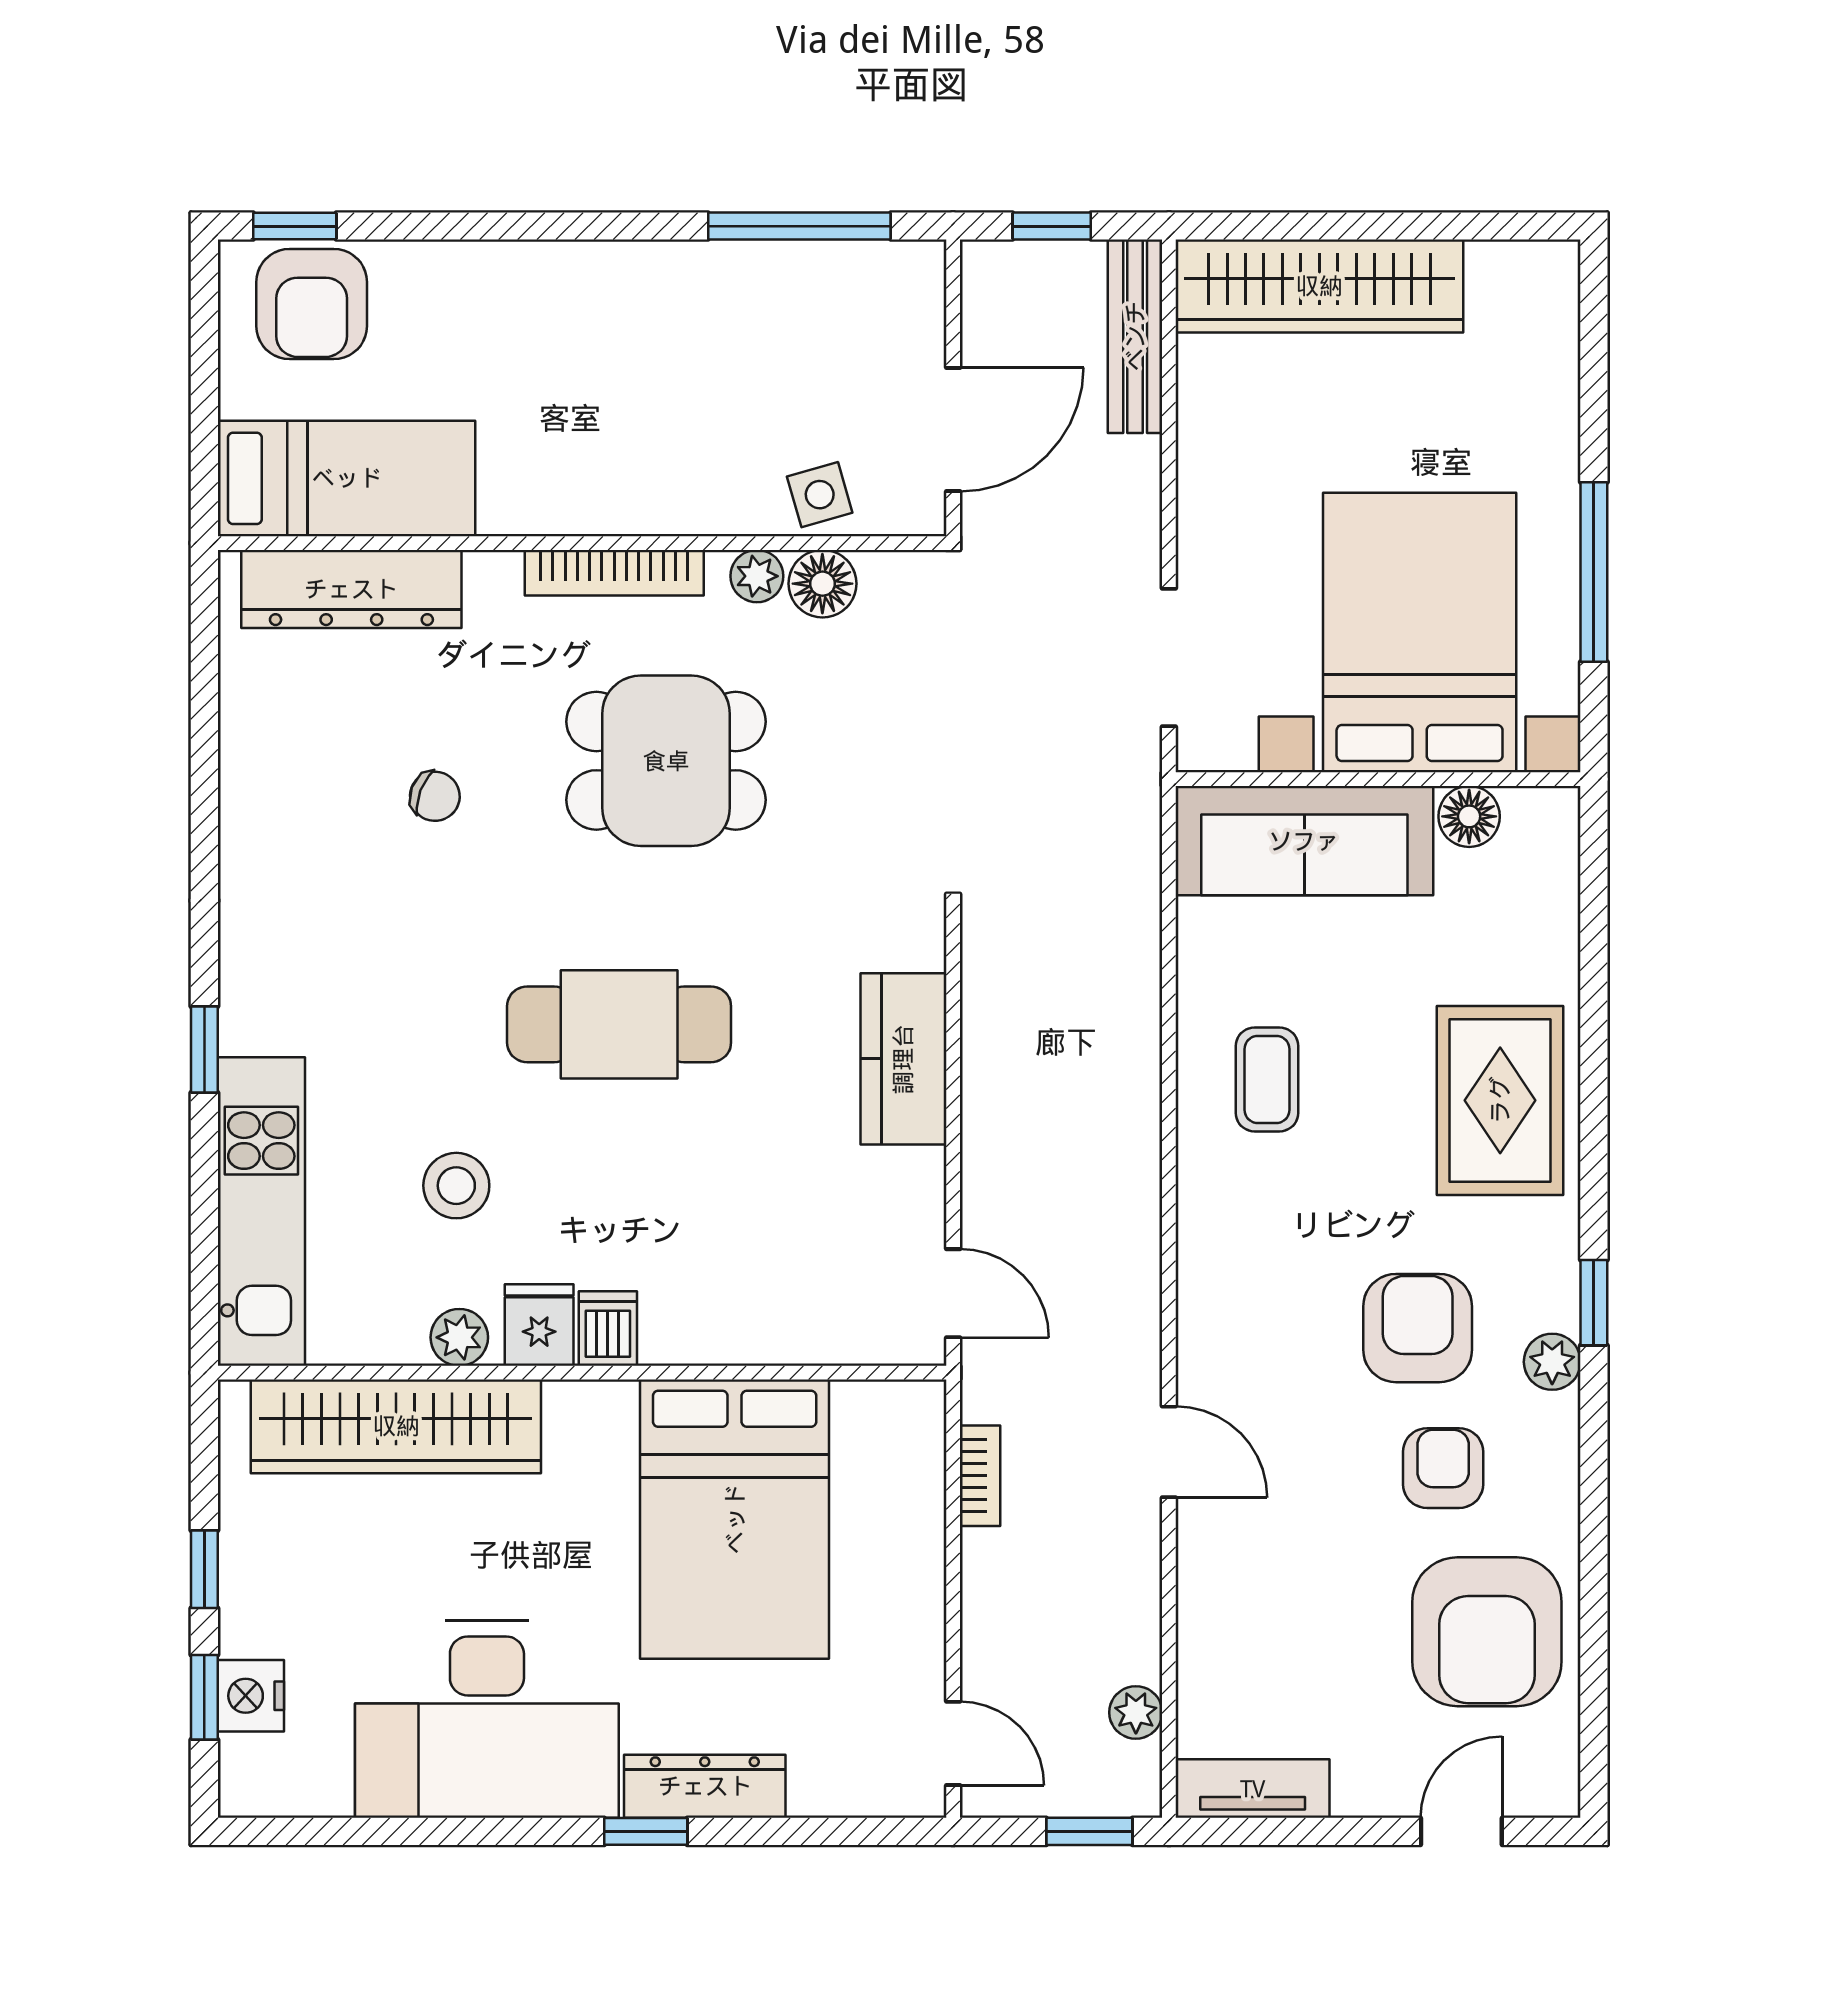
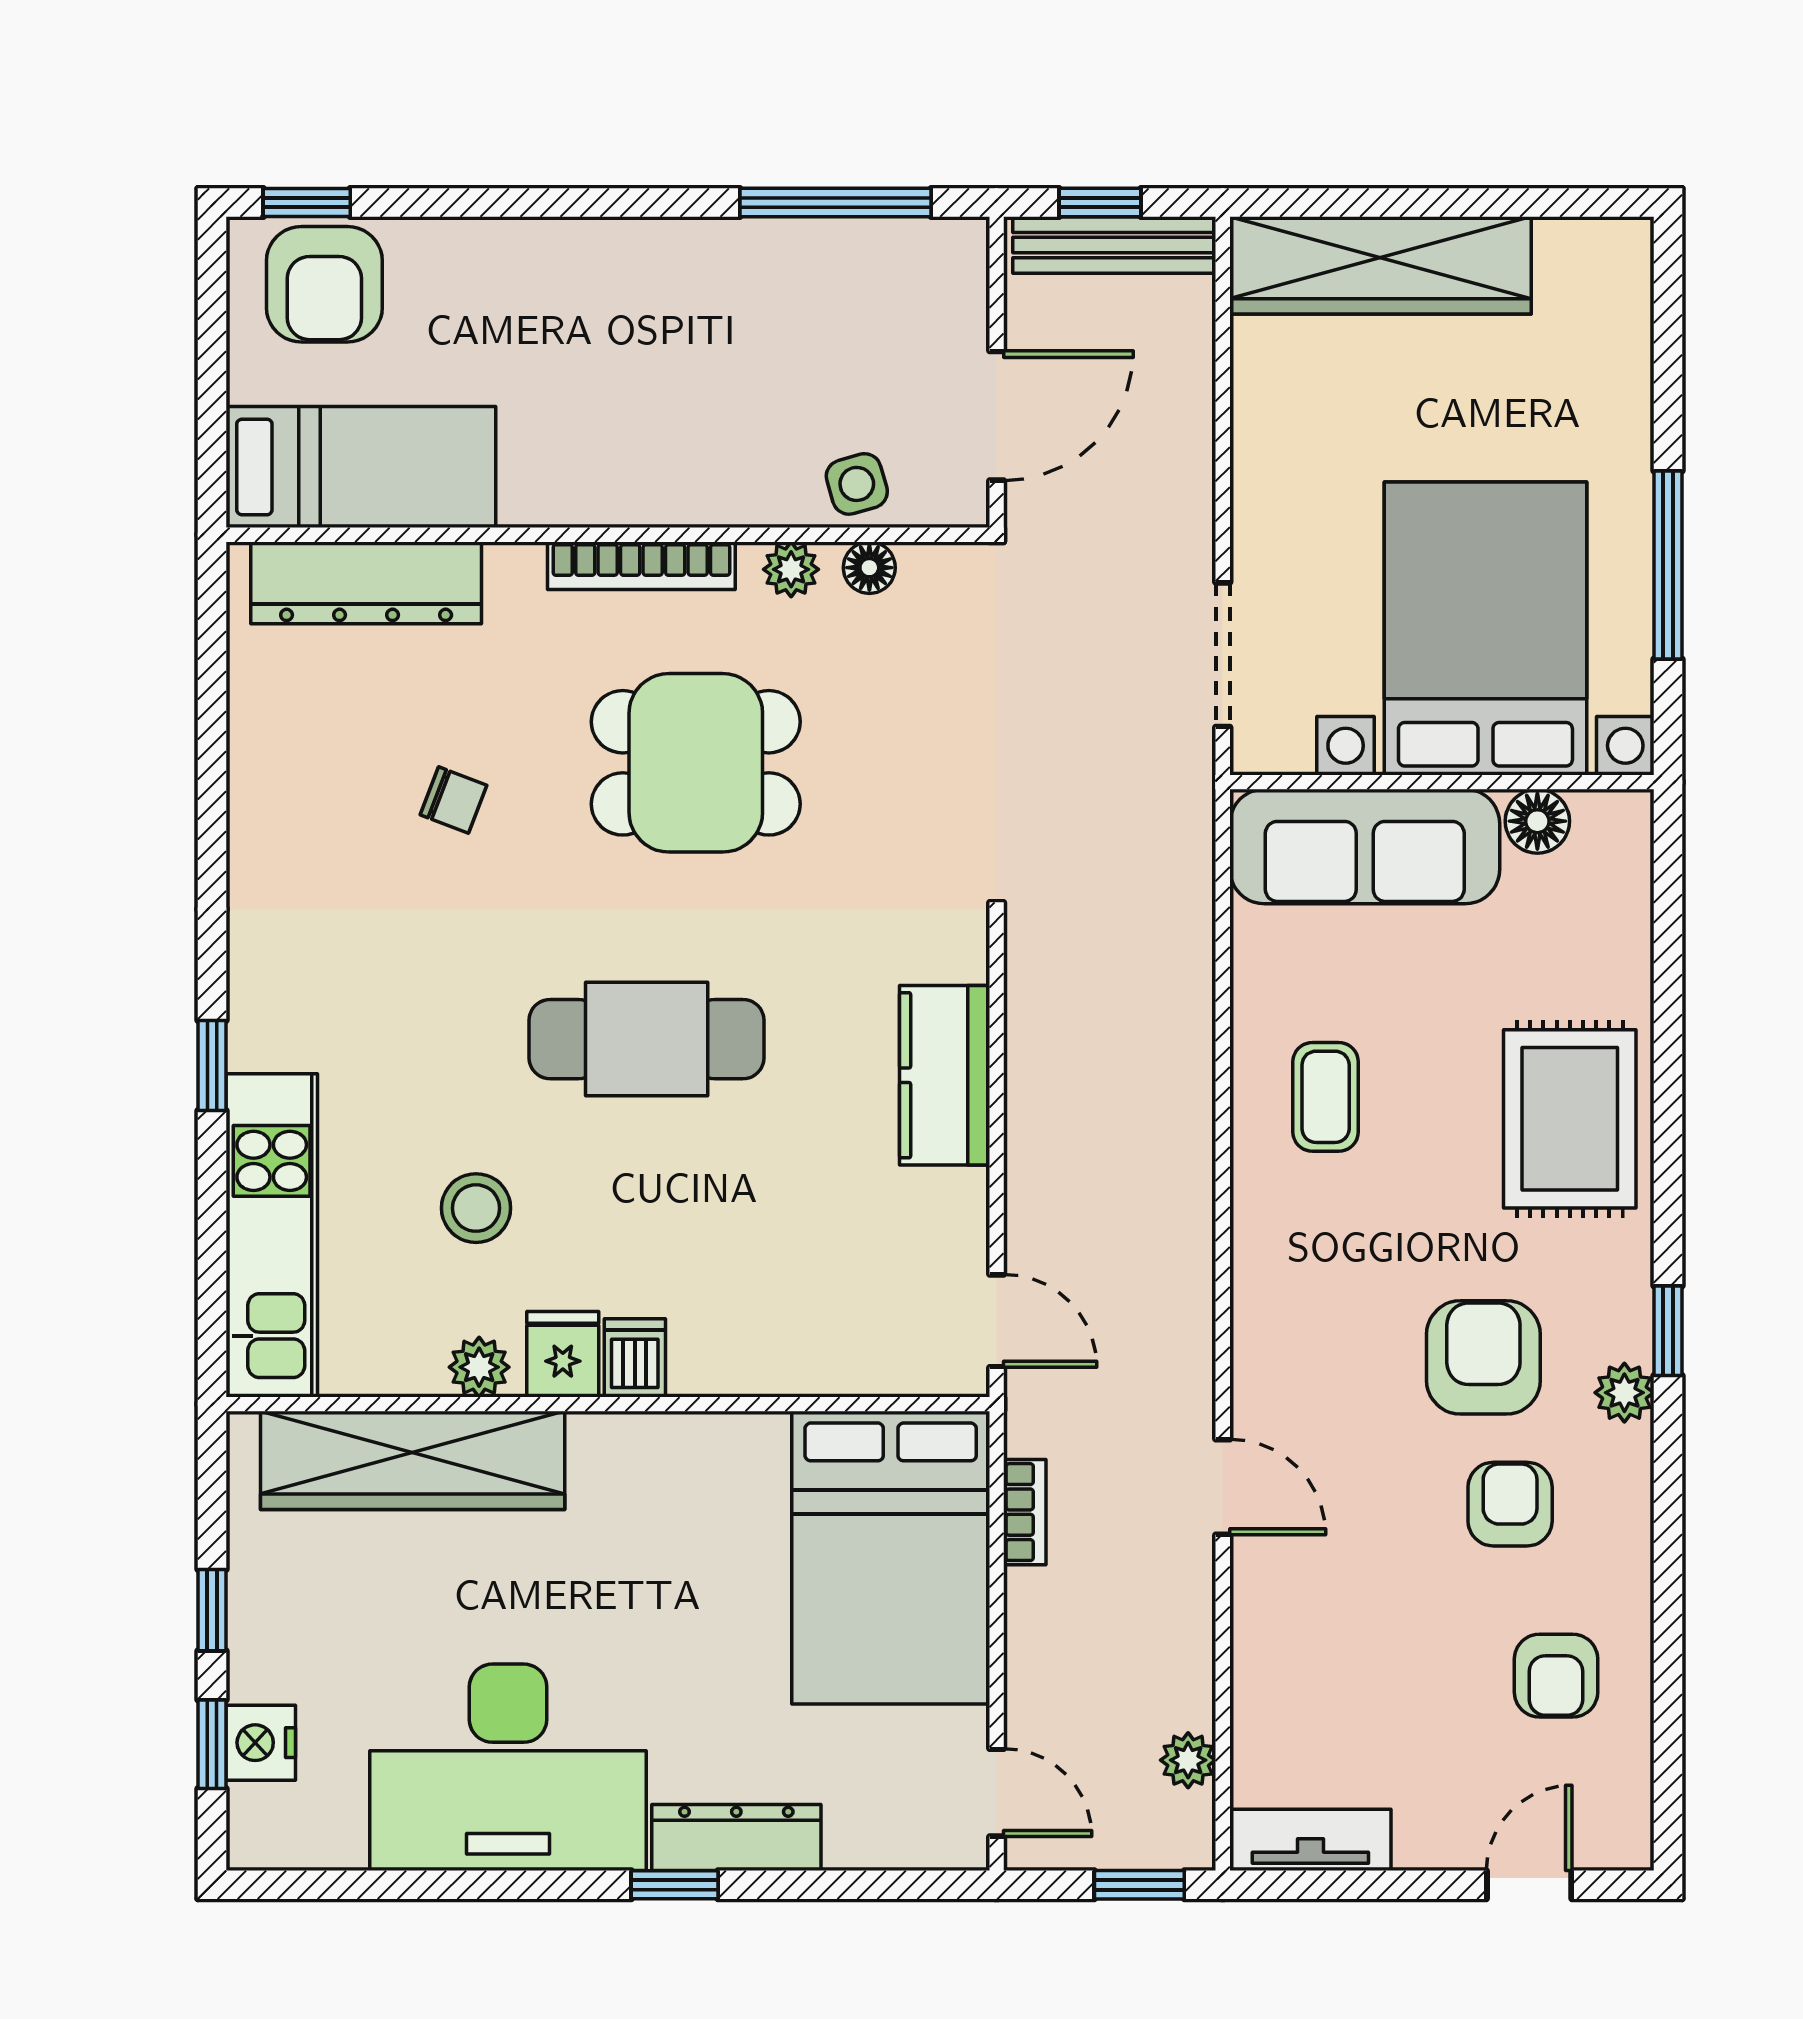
bench: (1135, 336) -> (1114, 245), moved, turned 90
floor lamp: (822, 584) -> (869, 568), width x0.73, depth x0.73
bed: (735, 1519) -> (891, 1558), moved
armchair: (1487, 1632) -> (1556, 1676), width x0.53, depth x0.53

